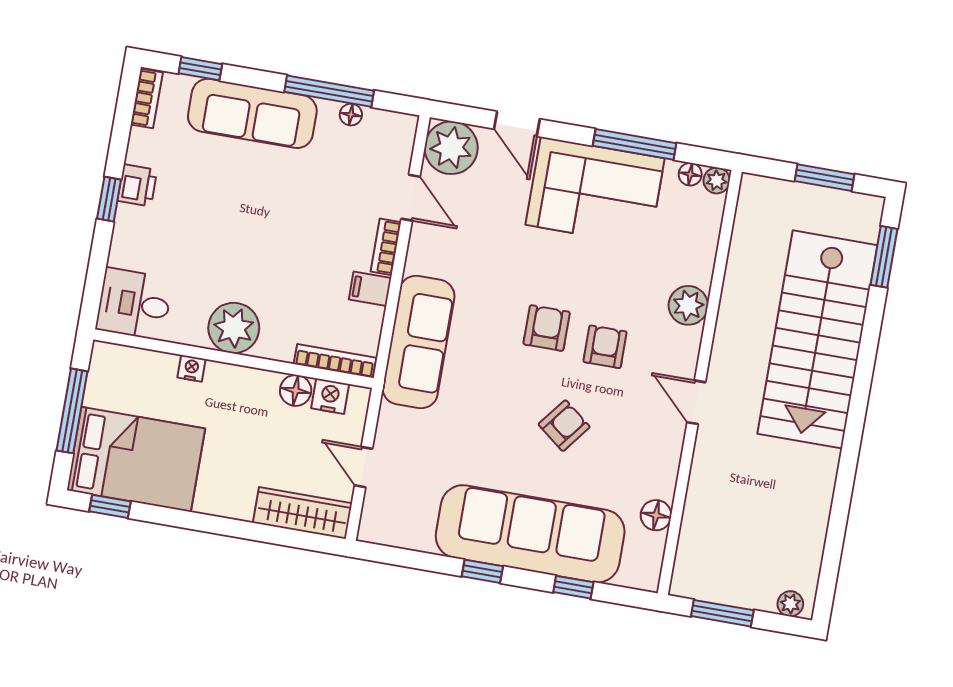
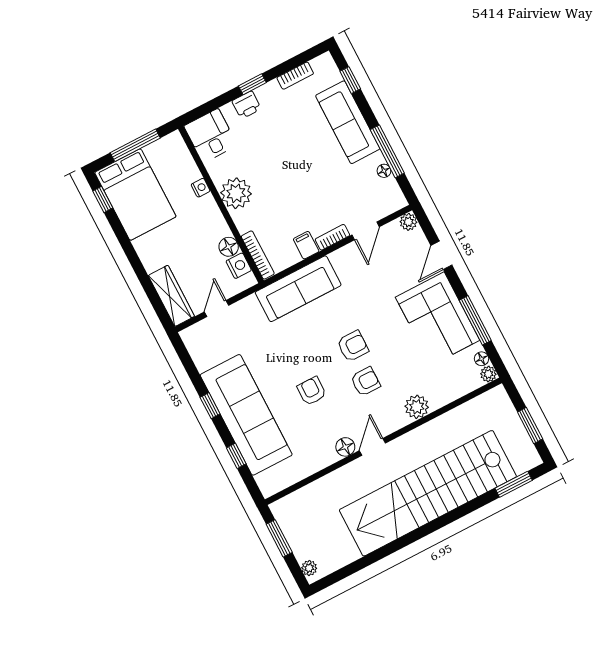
bookcase: (147, 98) -> (295, 76), moved
plant: (451, 148) -> (408, 222), width x0.53, depth x0.53
printer: (137, 185) -> (247, 105), moved
stairs: (817, 339) -> (428, 493), width x1.36
armchair: (564, 426) -> (312, 391), turned -128
floor lamp: (656, 515) -> (345, 447), moved

